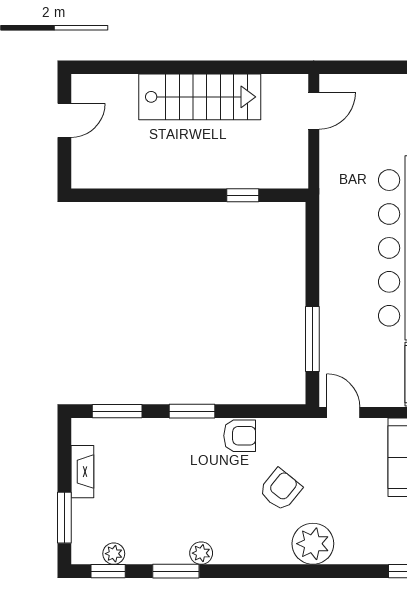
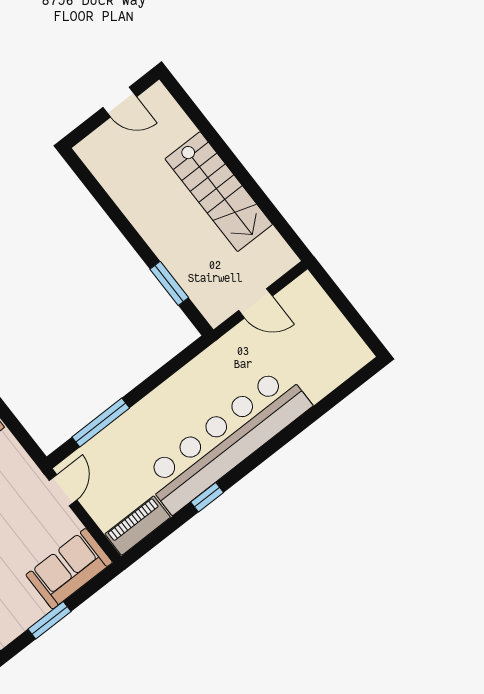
door: (314, 111) -> (255, 303), moved
window: (243, 195) -> (169, 283), width x1.50

